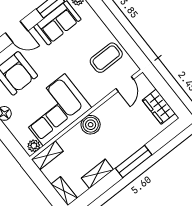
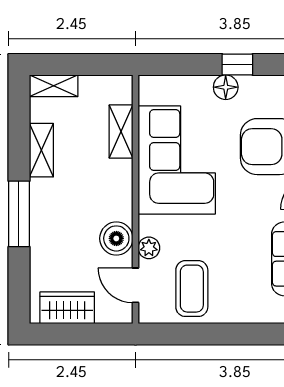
boiler: (91, 125) -> (116, 238), moved
plant: (34, 146) -> (149, 248), moved
shelving: (47, 155) -> (121, 131), moved

